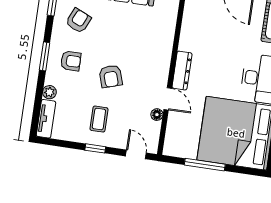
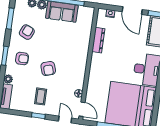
dresser: (182, 71) -> (98, 40), moved
door: (168, 99) -> (82, 109), moved

